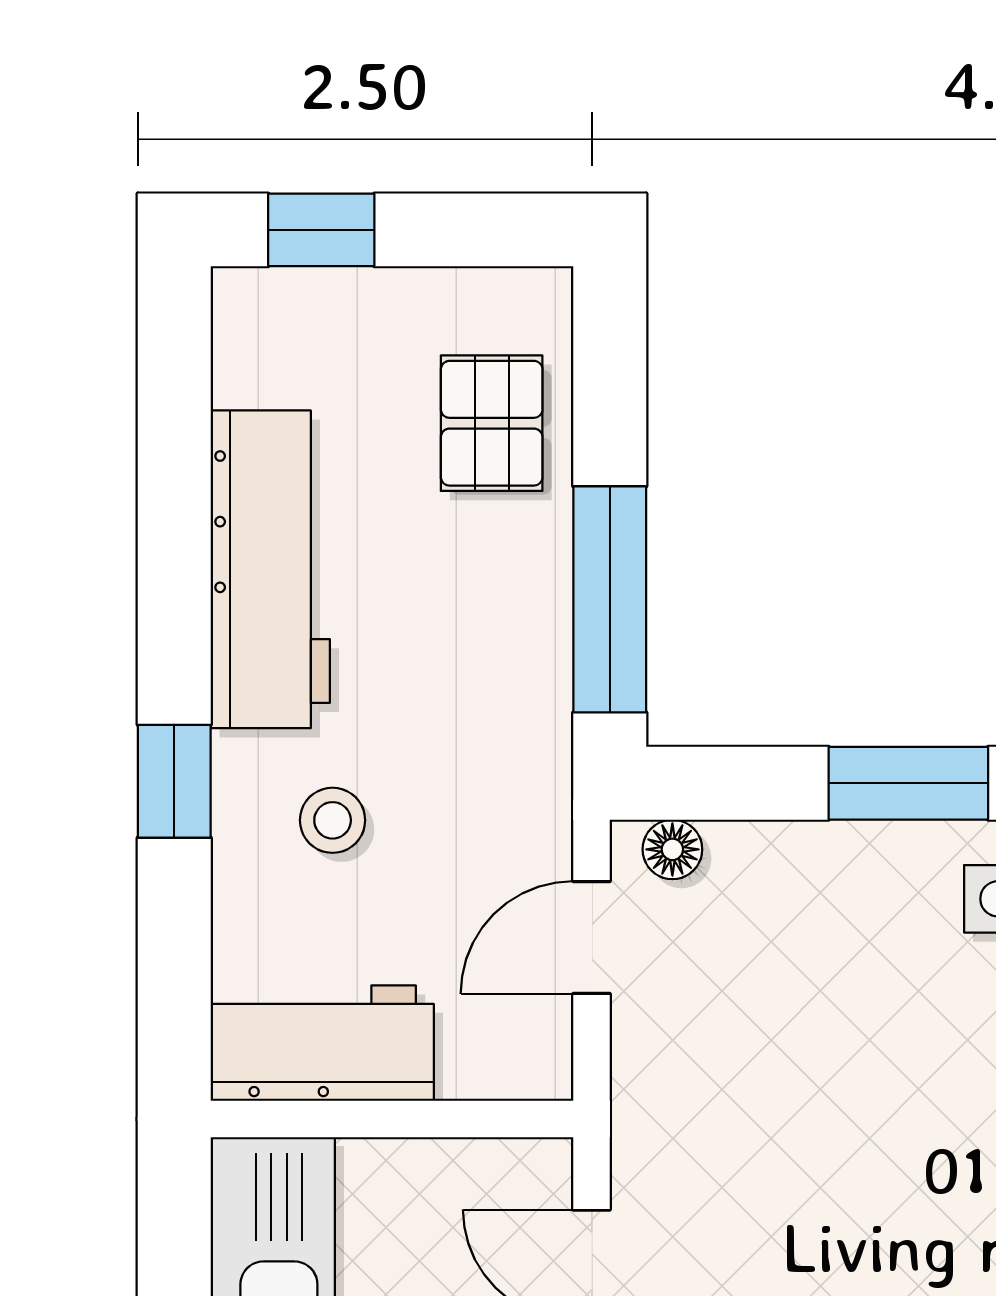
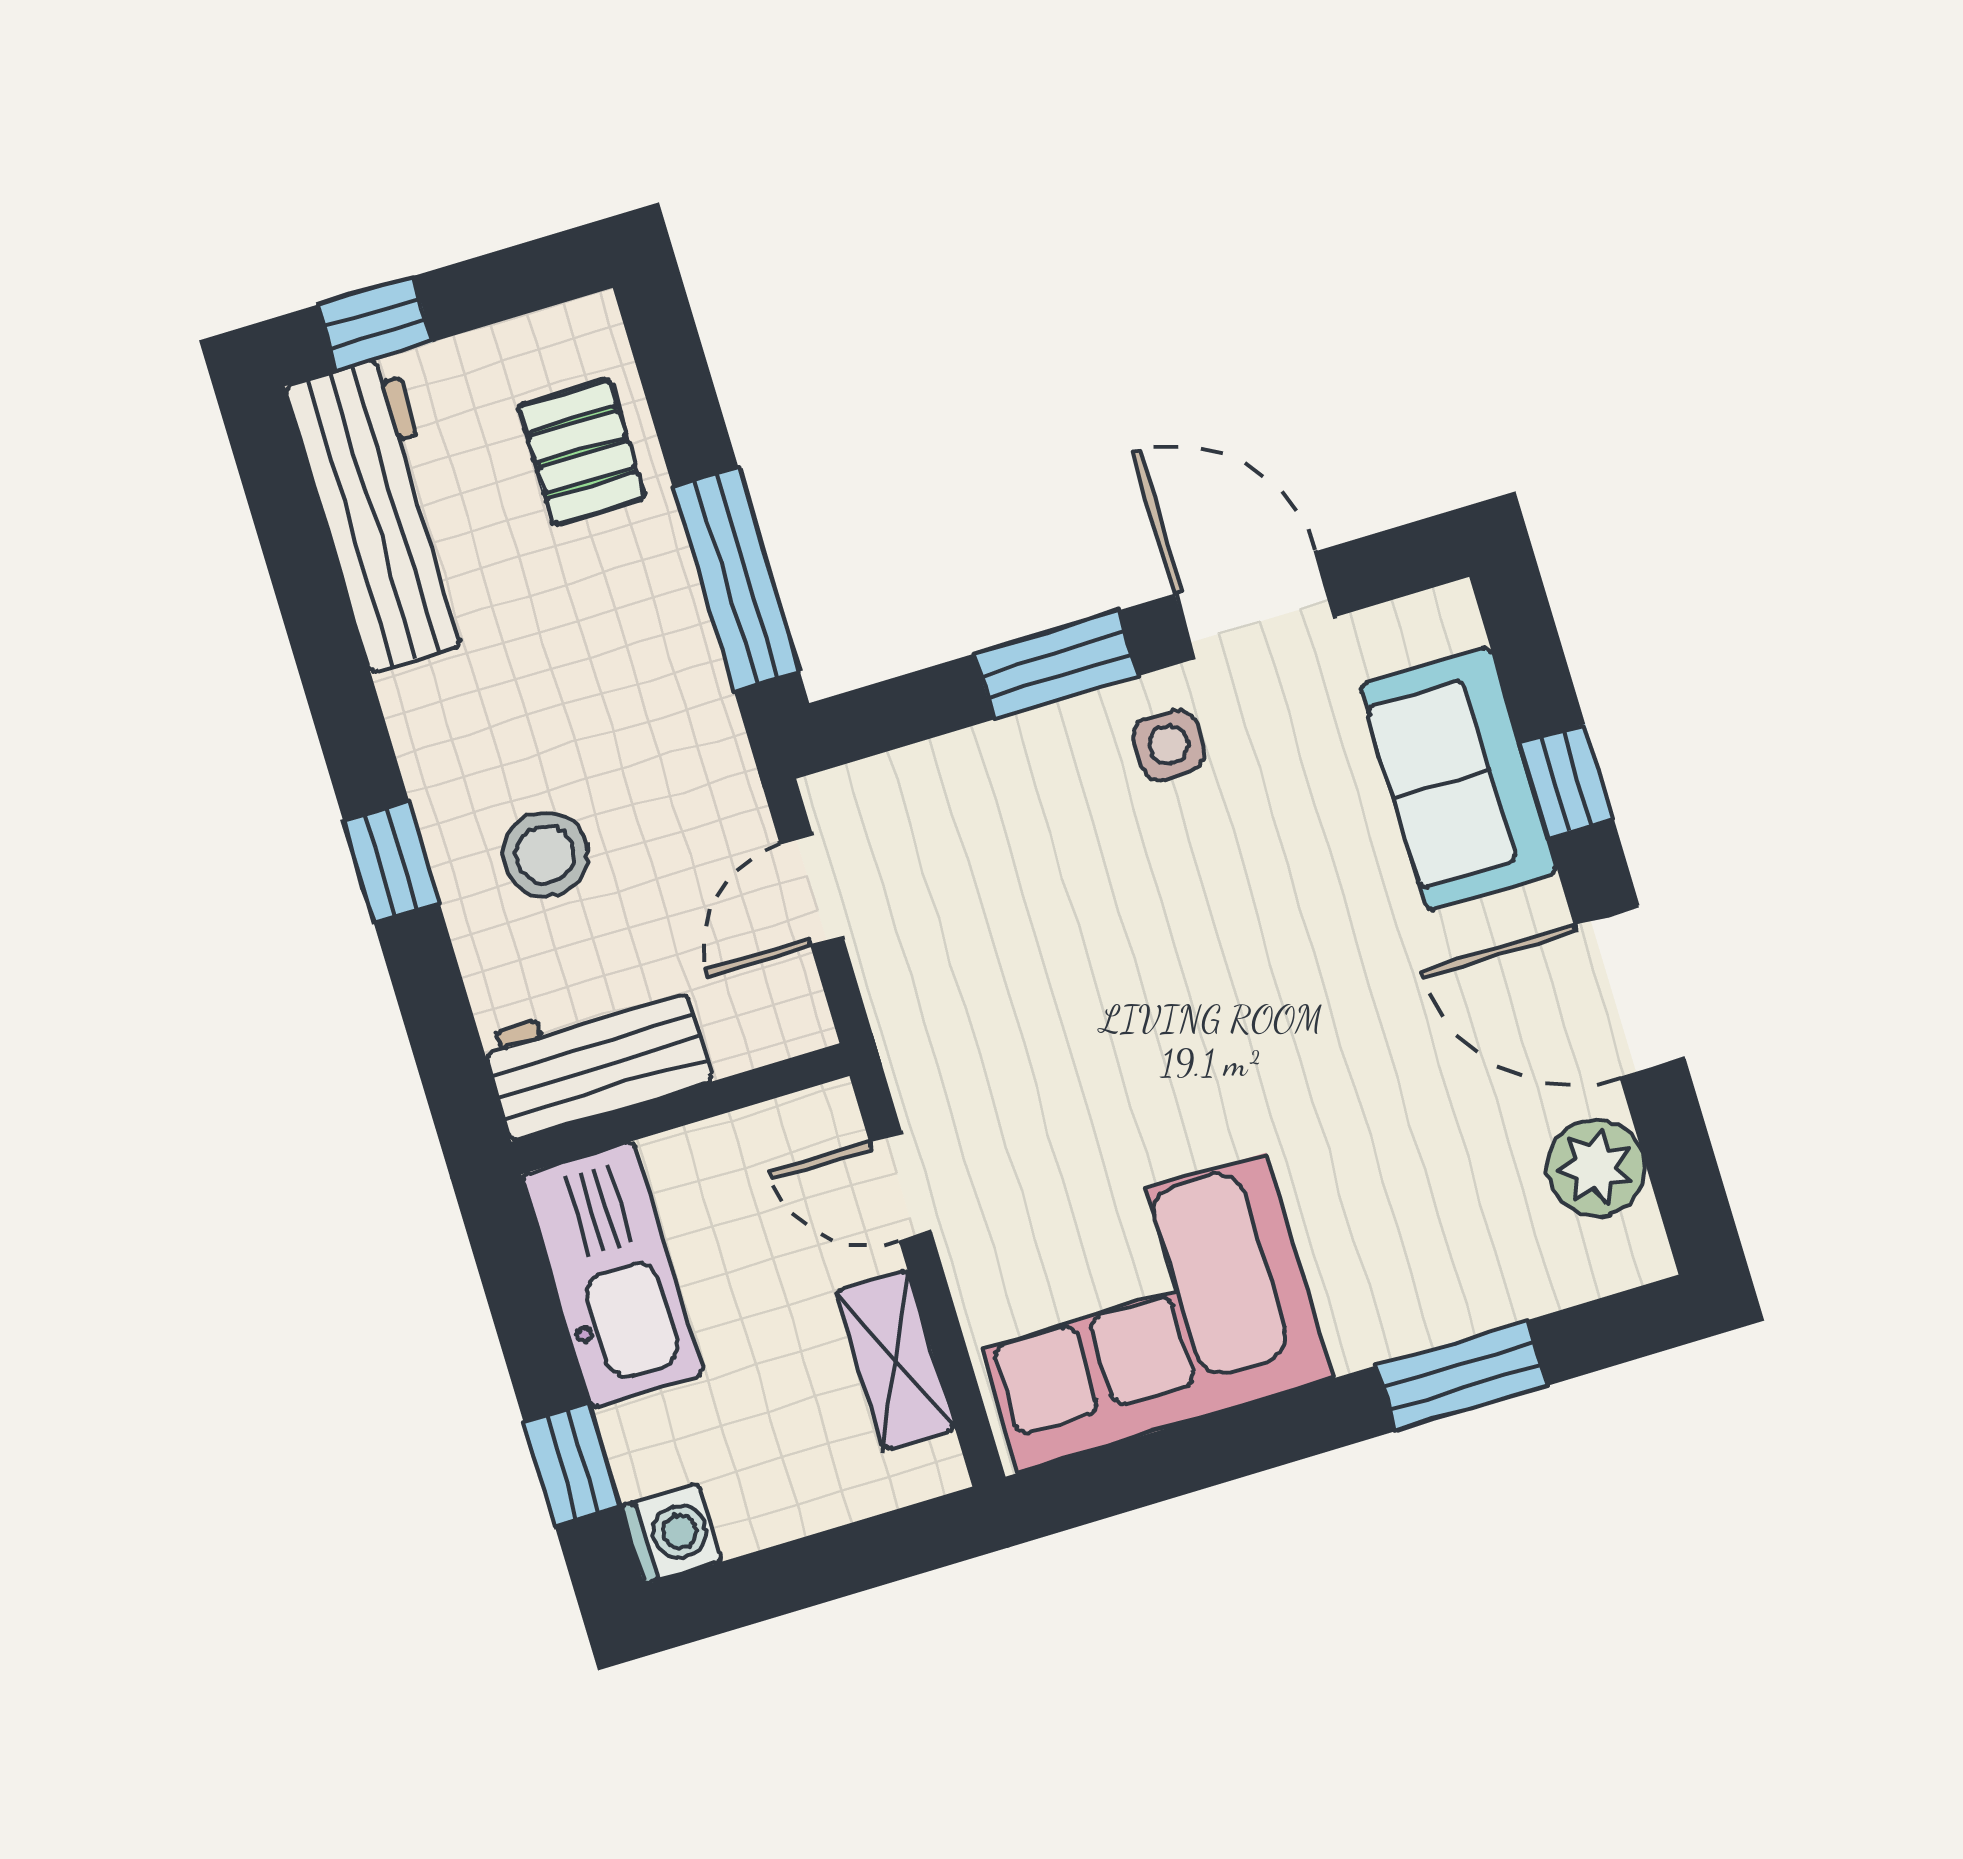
workbench: (270, 569) -> (382, 514), moved
stool: (333, 820) -> (545, 855), width x1.37, depth x1.37
floor lamp: (672, 849) -> (861, 789), removed

